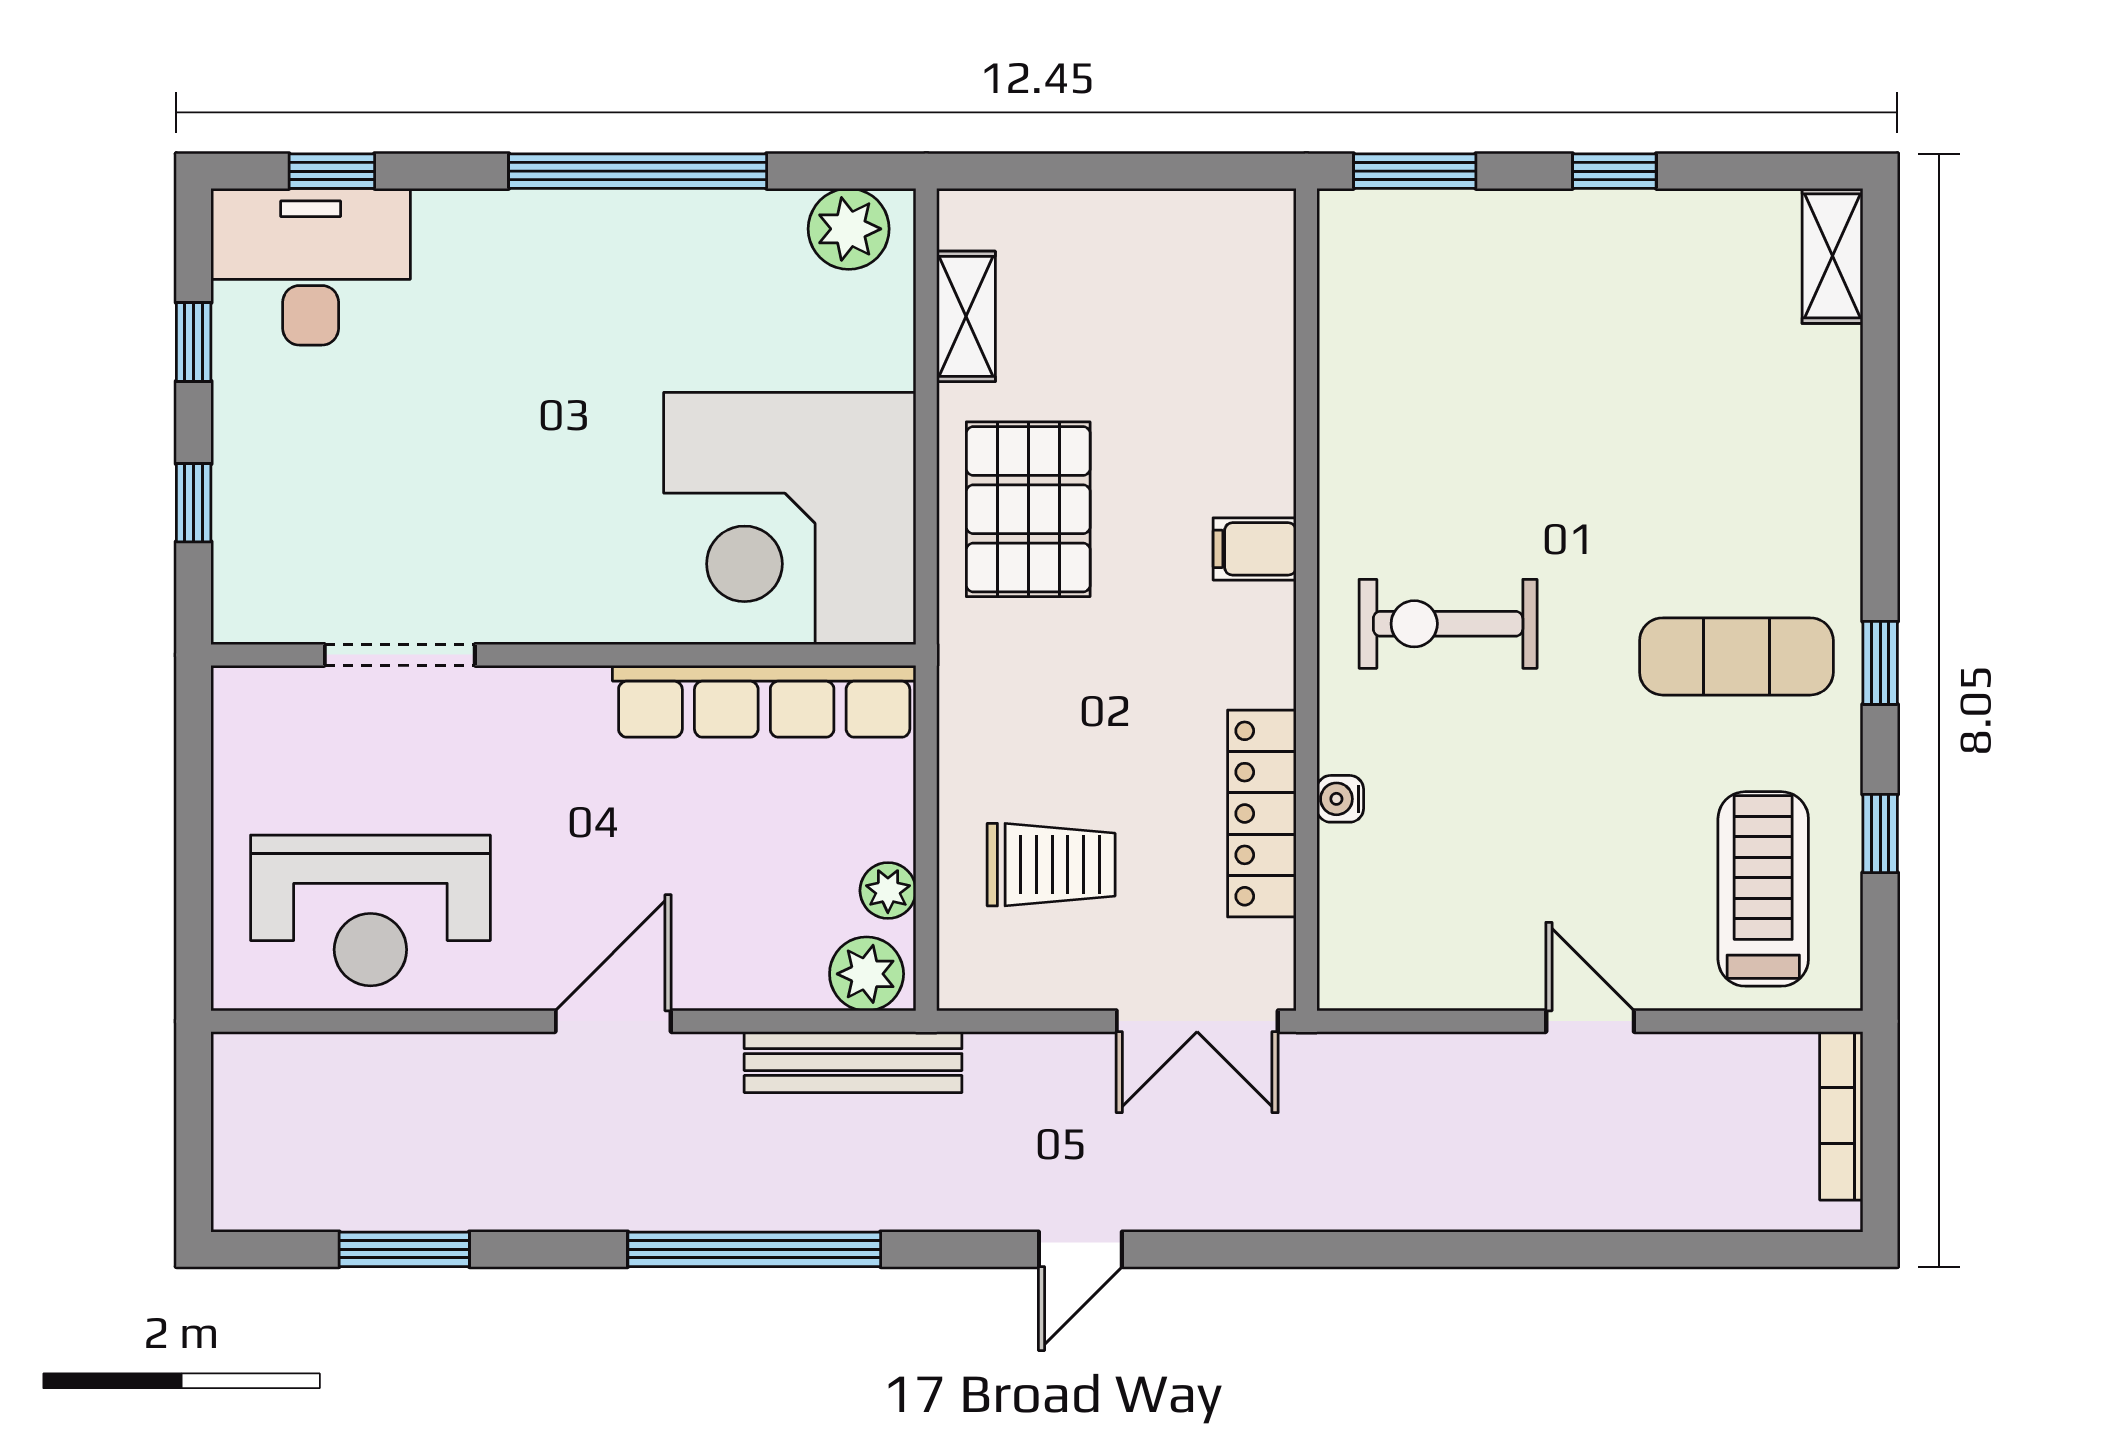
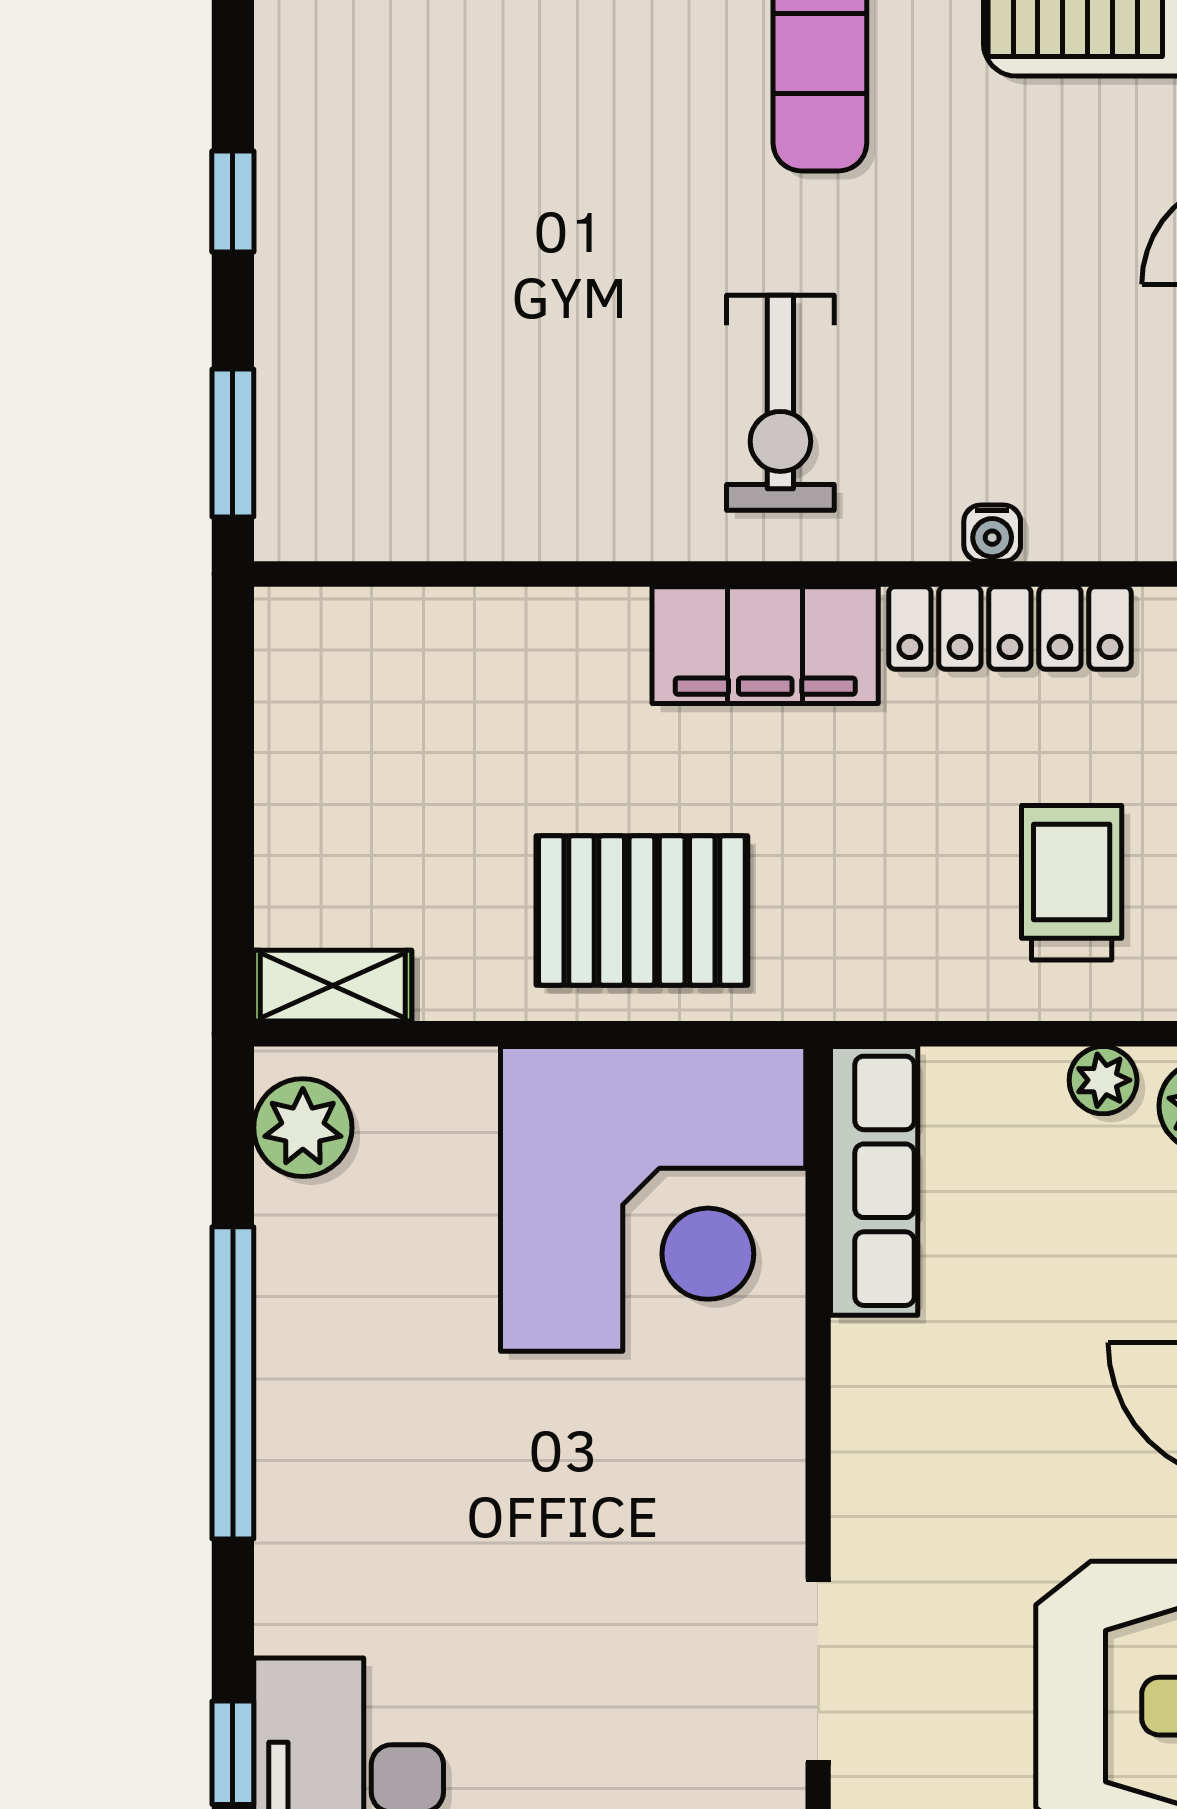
shelving: (966, 316) -> (333, 986), moved
filing cabinet: (1255, 549) -> (765, 645), width x3.00, depth x1.17
row of seats: (764, 701) -> (874, 1181), width x0.73

